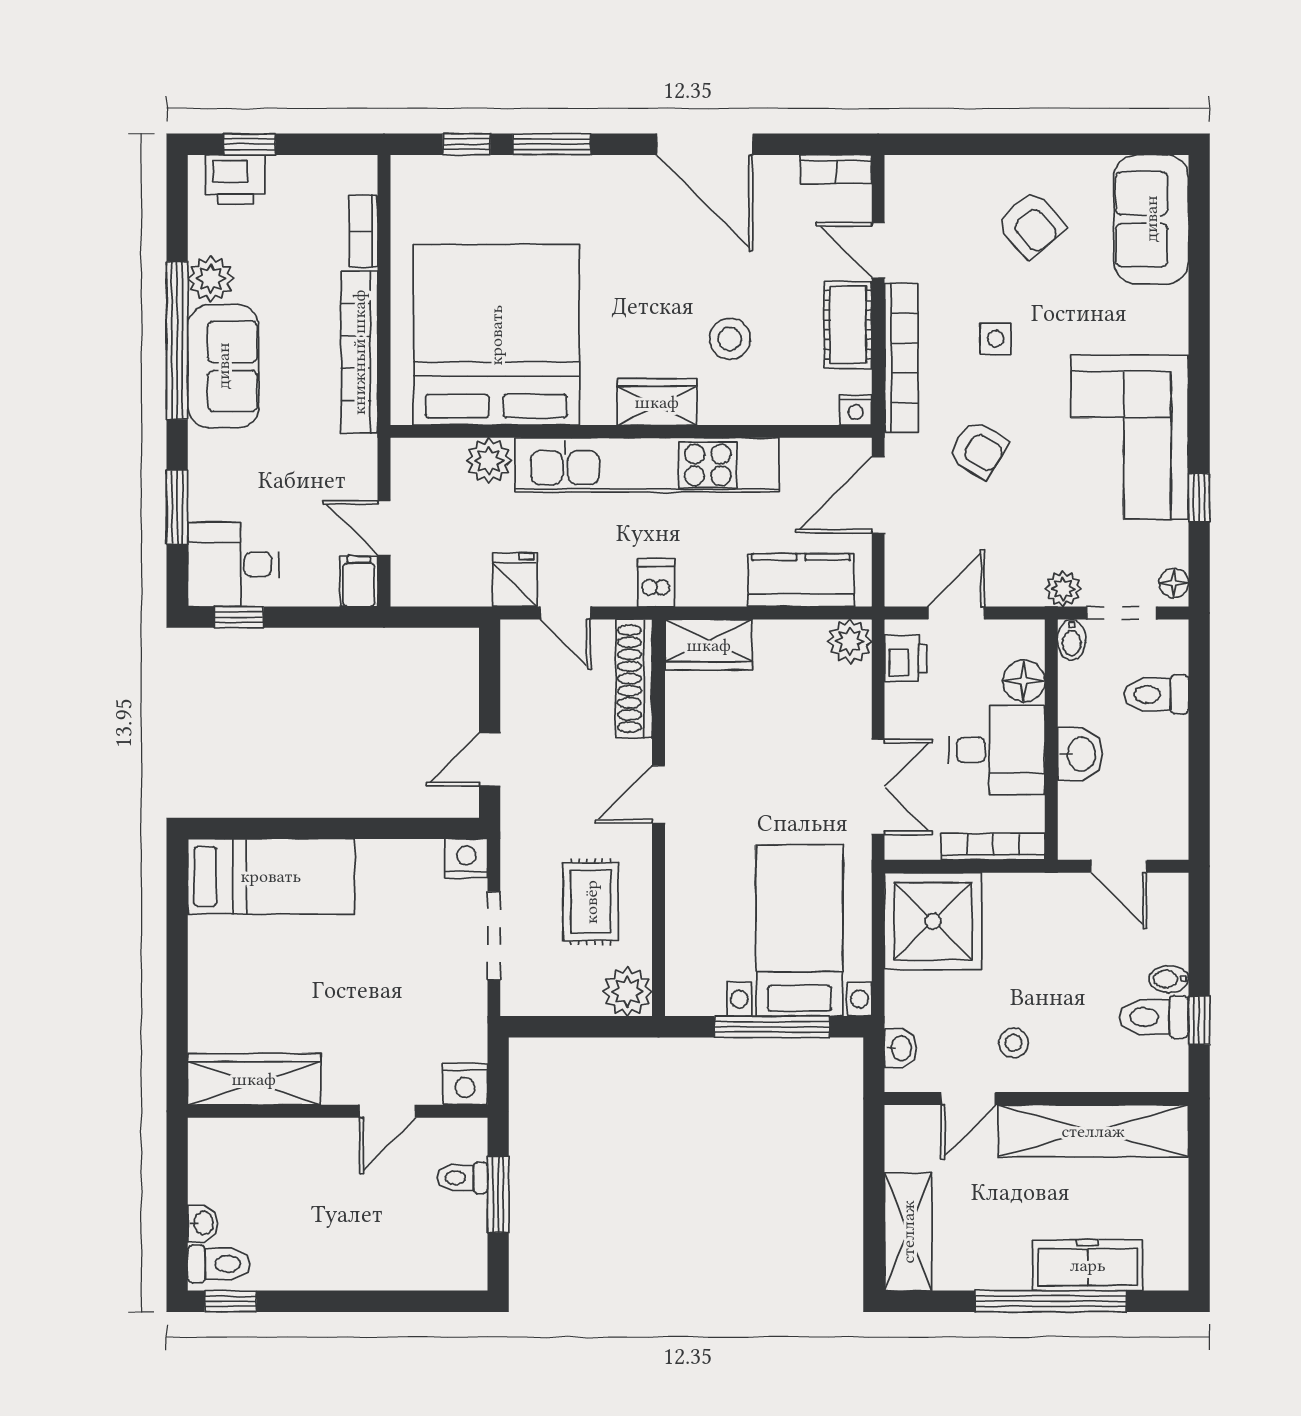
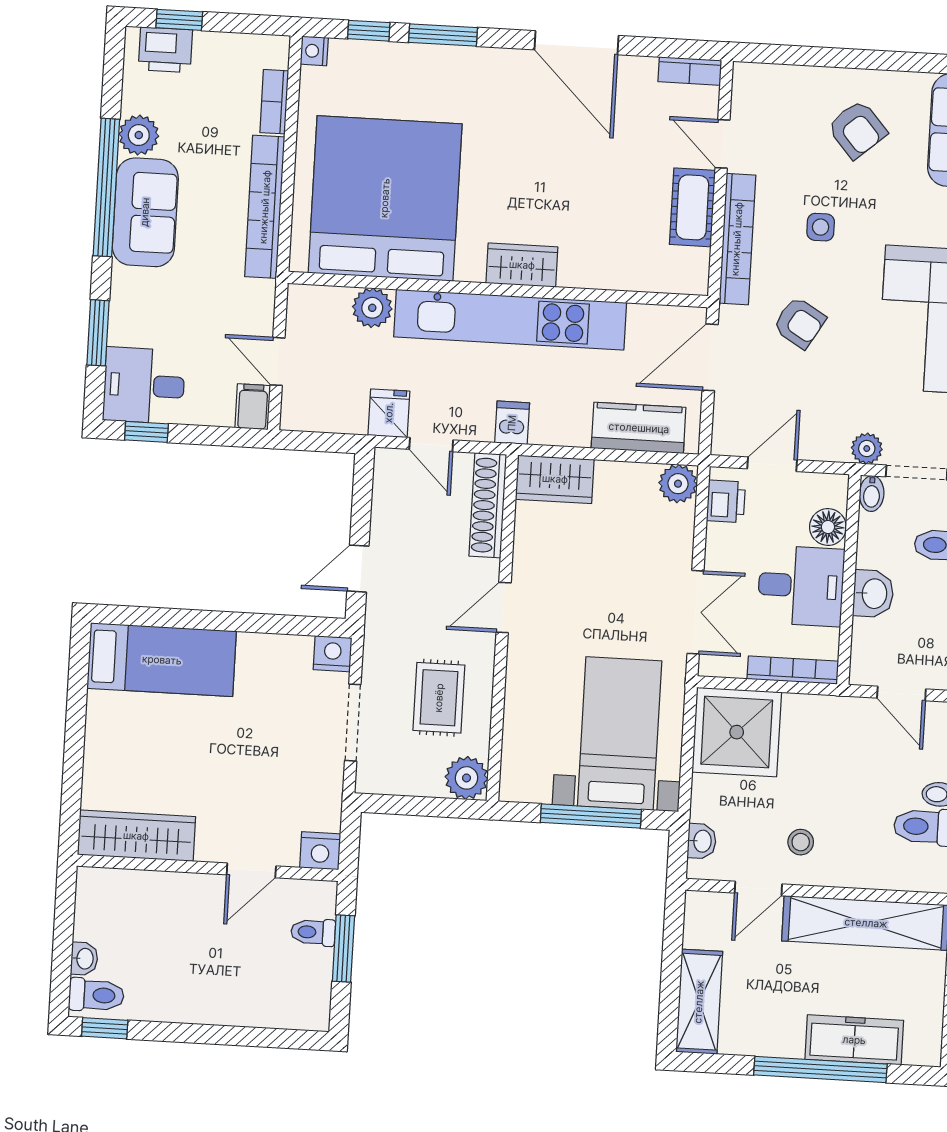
stool: (730, 339) -> (589, 214), removed
nightstand: (856, 410) -> (314, 51), moved, turned 90

